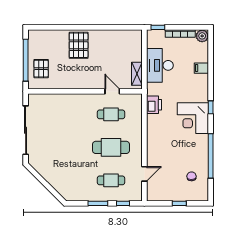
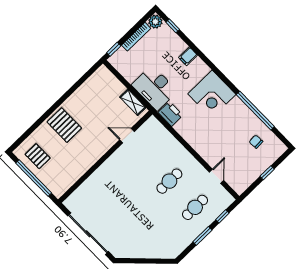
desk: (160, 65) -> (155, 88), moved
filing cabinet: (201, 68) -> (188, 56), moved
pallet: (41, 69) -> (38, 156), moved
window: (211, 107) -> (173, 26), moved
cafe table: (111, 114) -> (144, 155), removed
cafe table: (111, 147) -> (169, 181), width x0.73, depth x0.74

